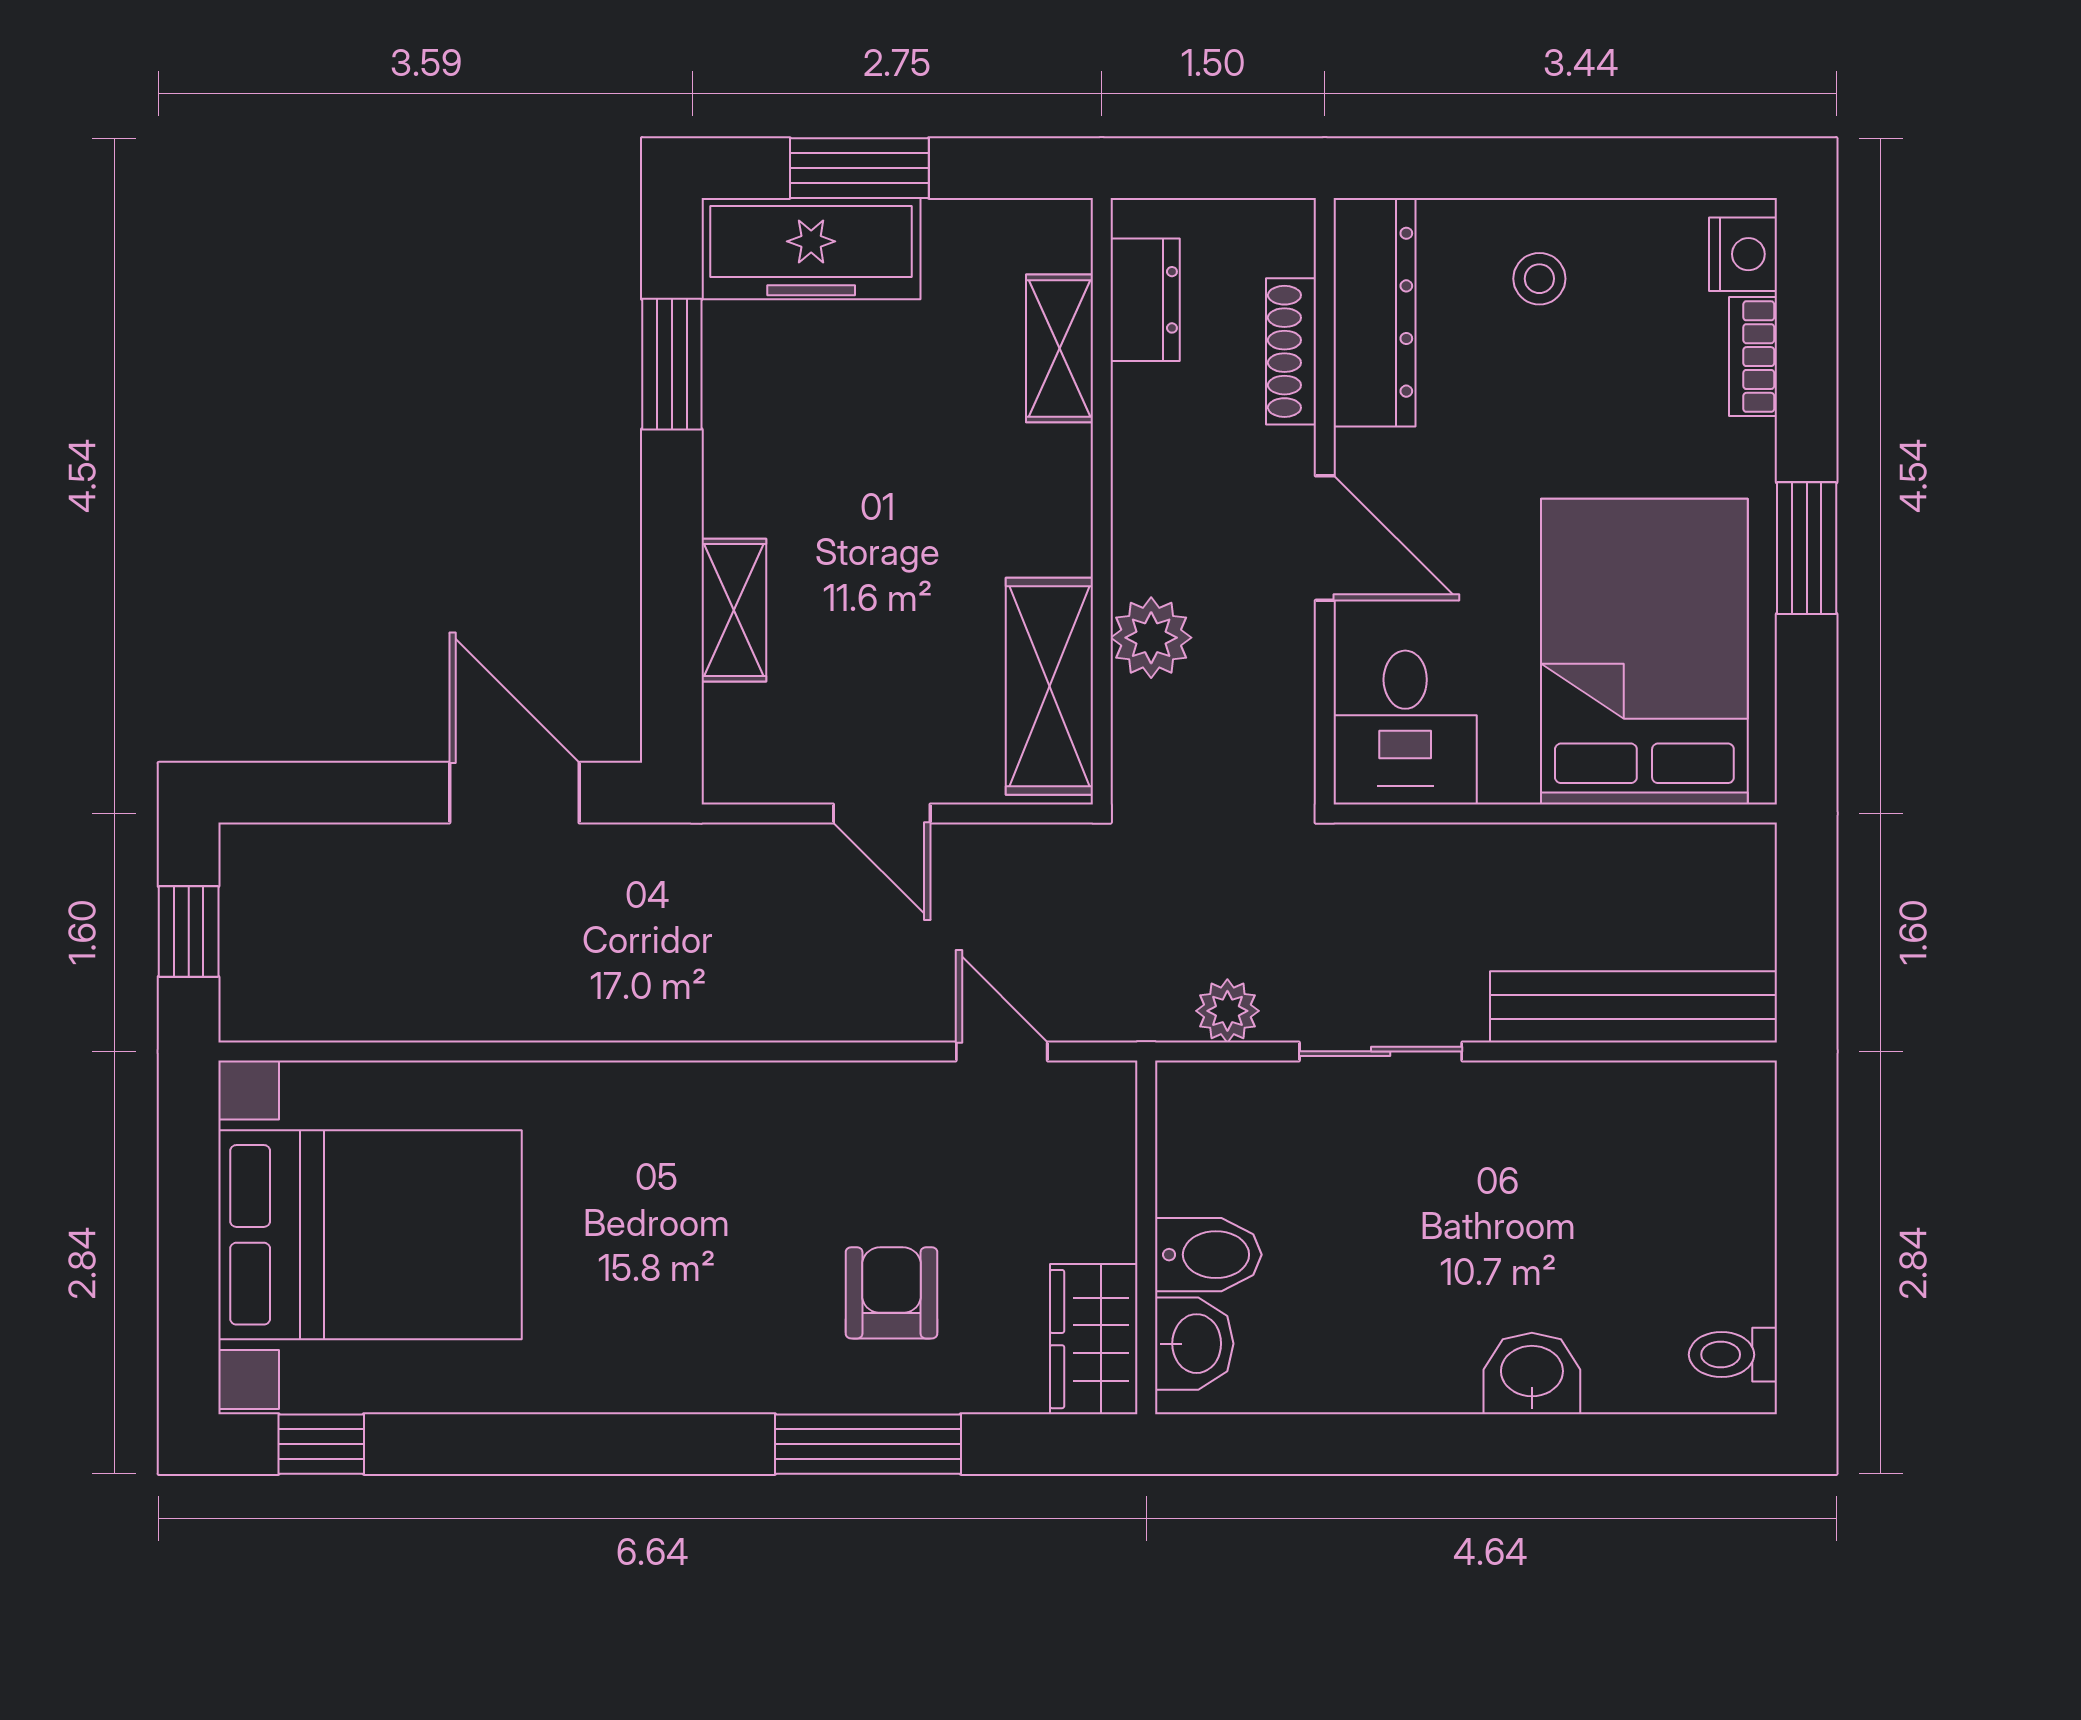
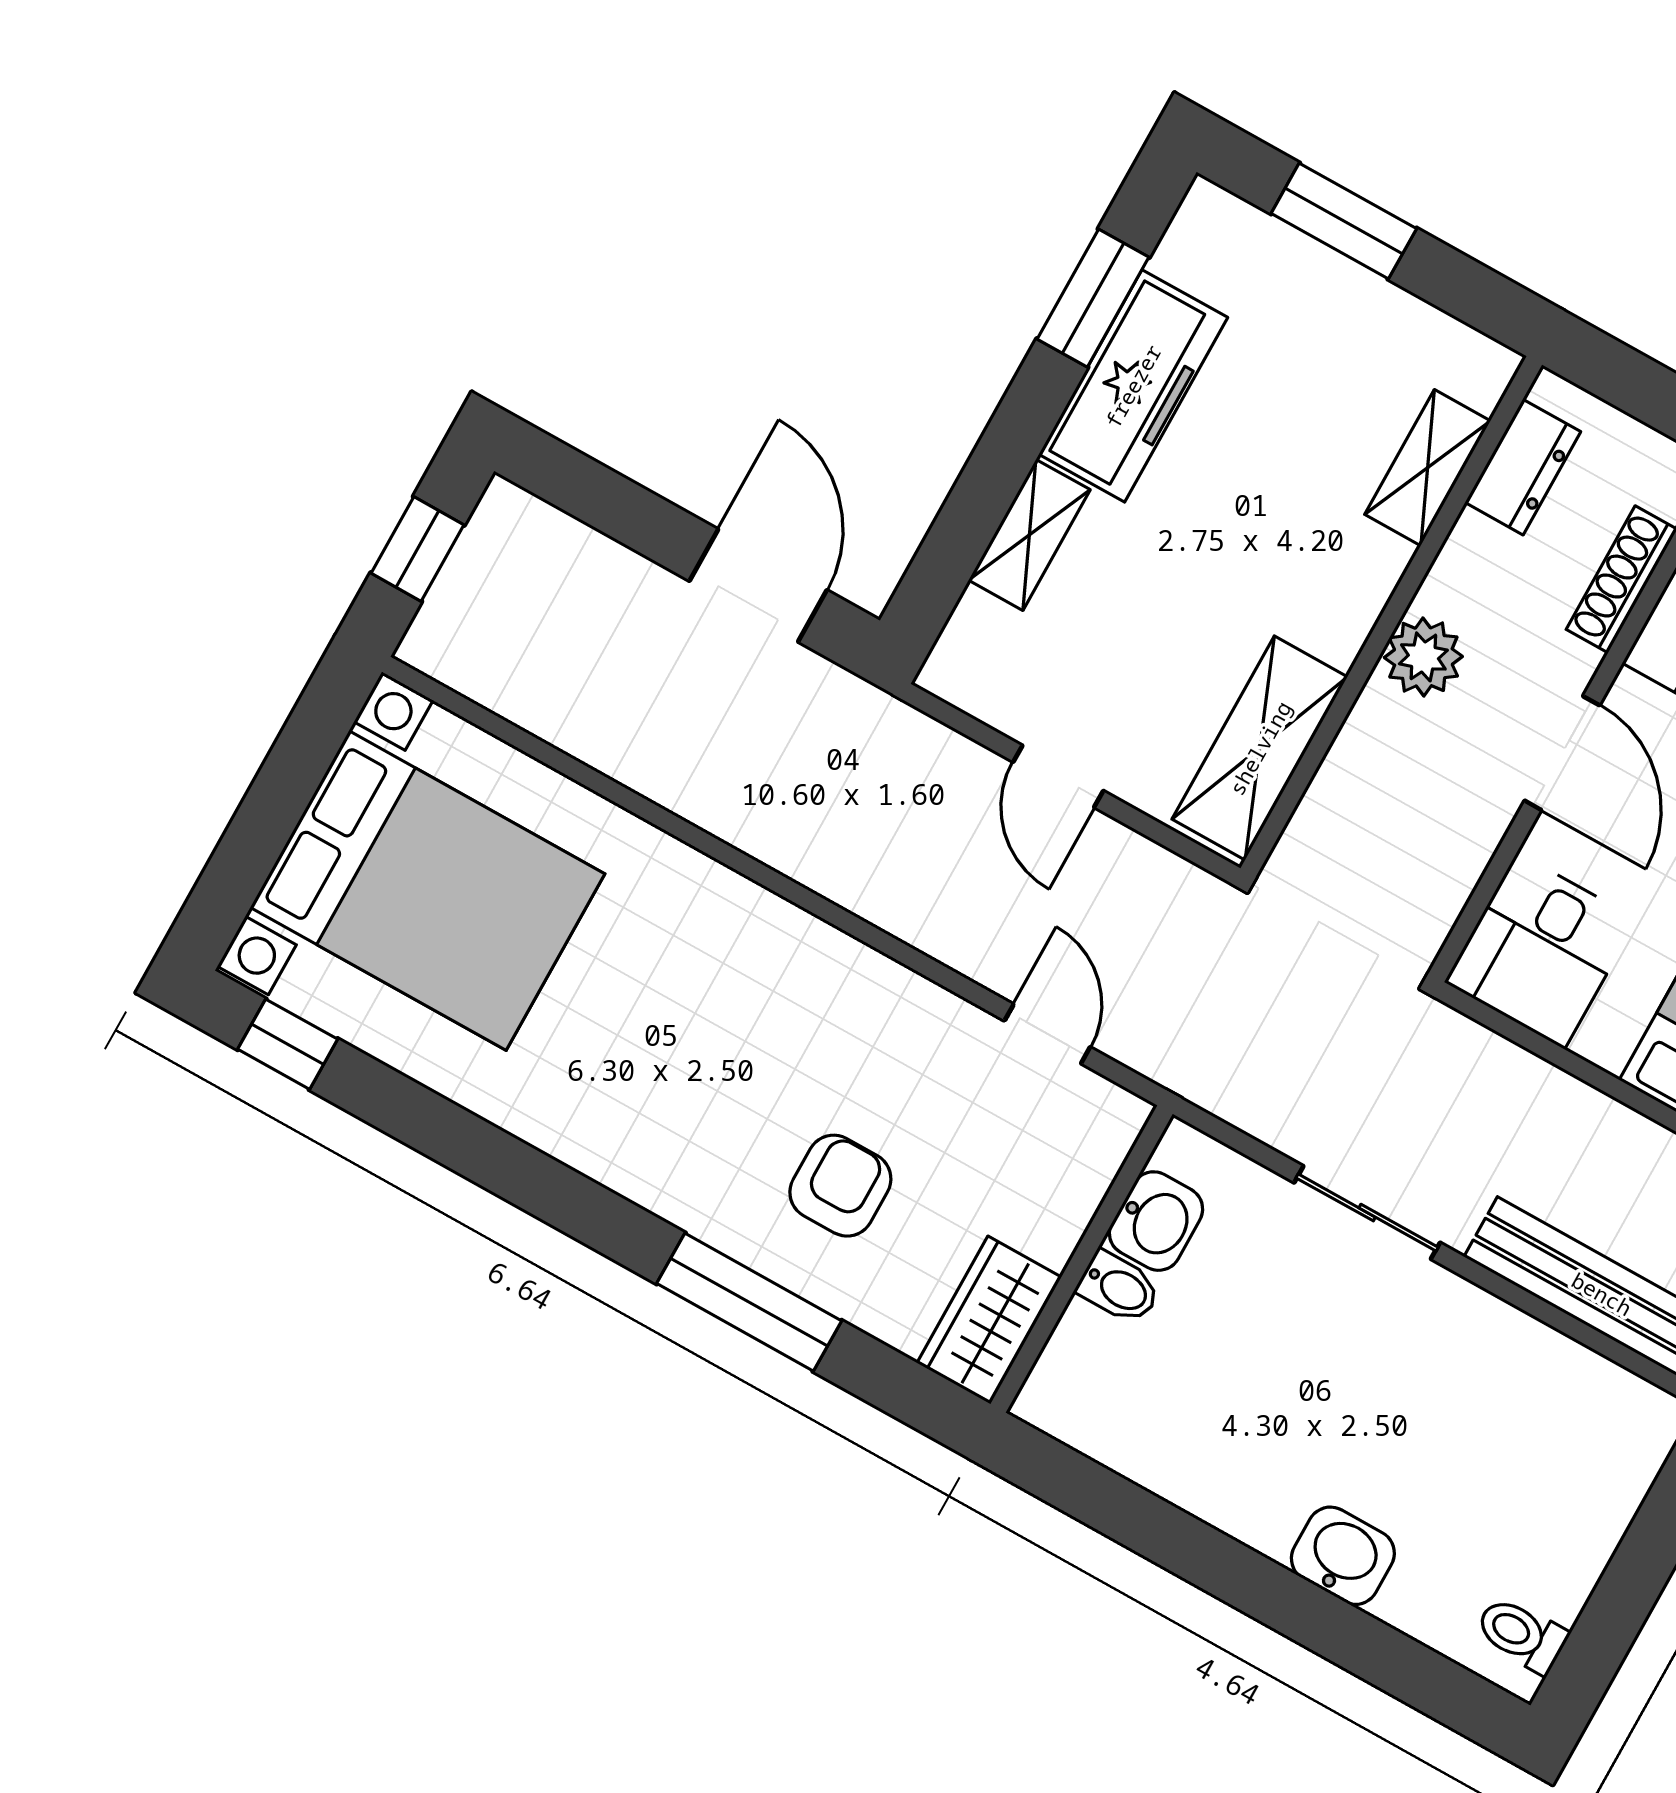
freezer: (811, 249) -> (1133, 386), moved, turned -90
plant: (1151, 638) -> (1423, 657), moved
plant: (1227, 1011) -> (1257, 1106), removed
bidet: (1208, 1255) -> (1119, 1288), width x0.72, depth x0.74
washbasin: (1194, 1344) -> (1156, 1221), moved

